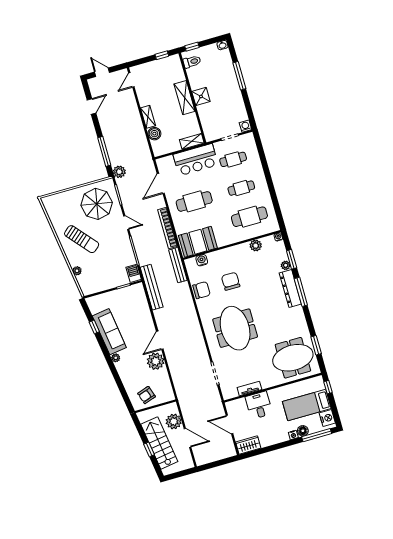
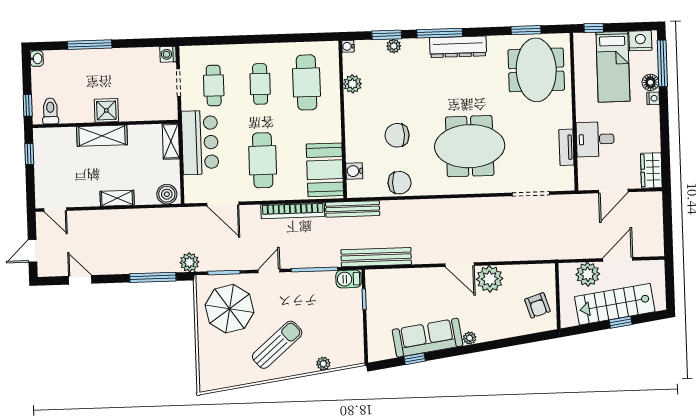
boiler: (154, 134) -> (167, 194), moved
dresser: (290, 288) -> (458, 47), moved
chair: (201, 290) -> (400, 183), turned 90

